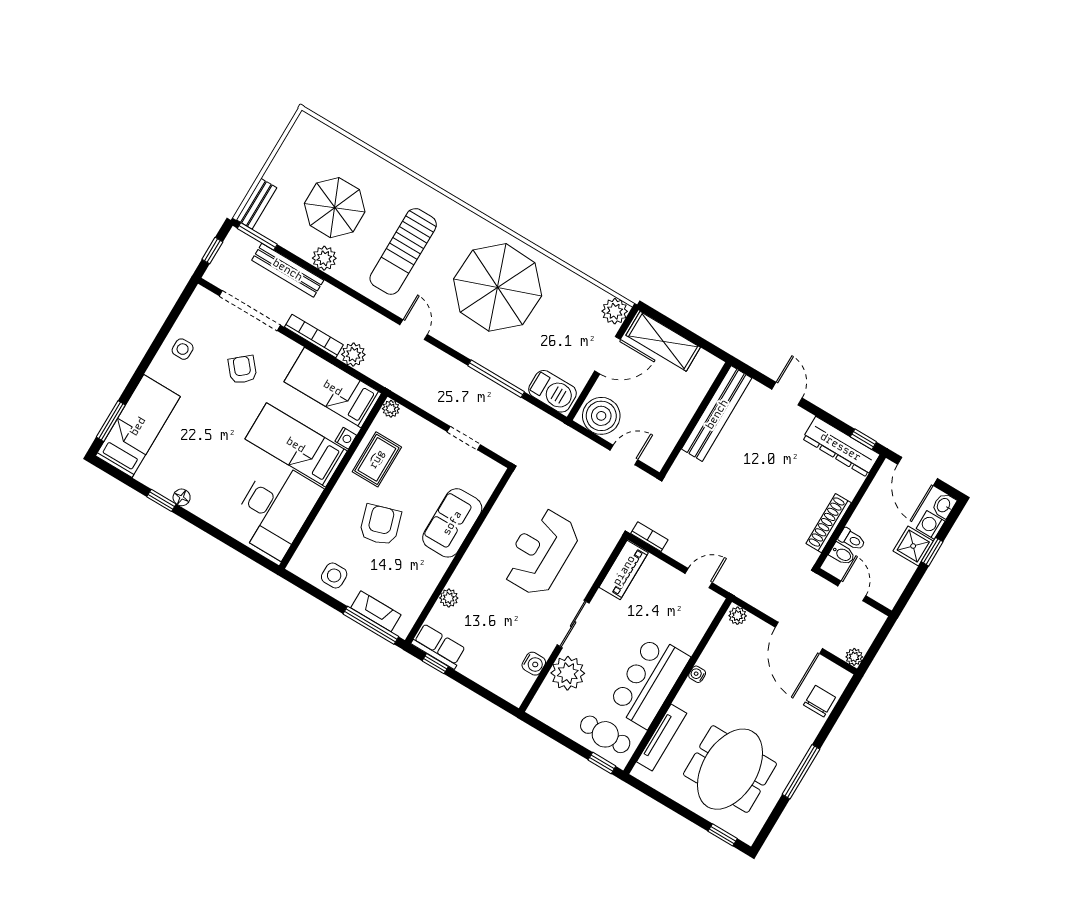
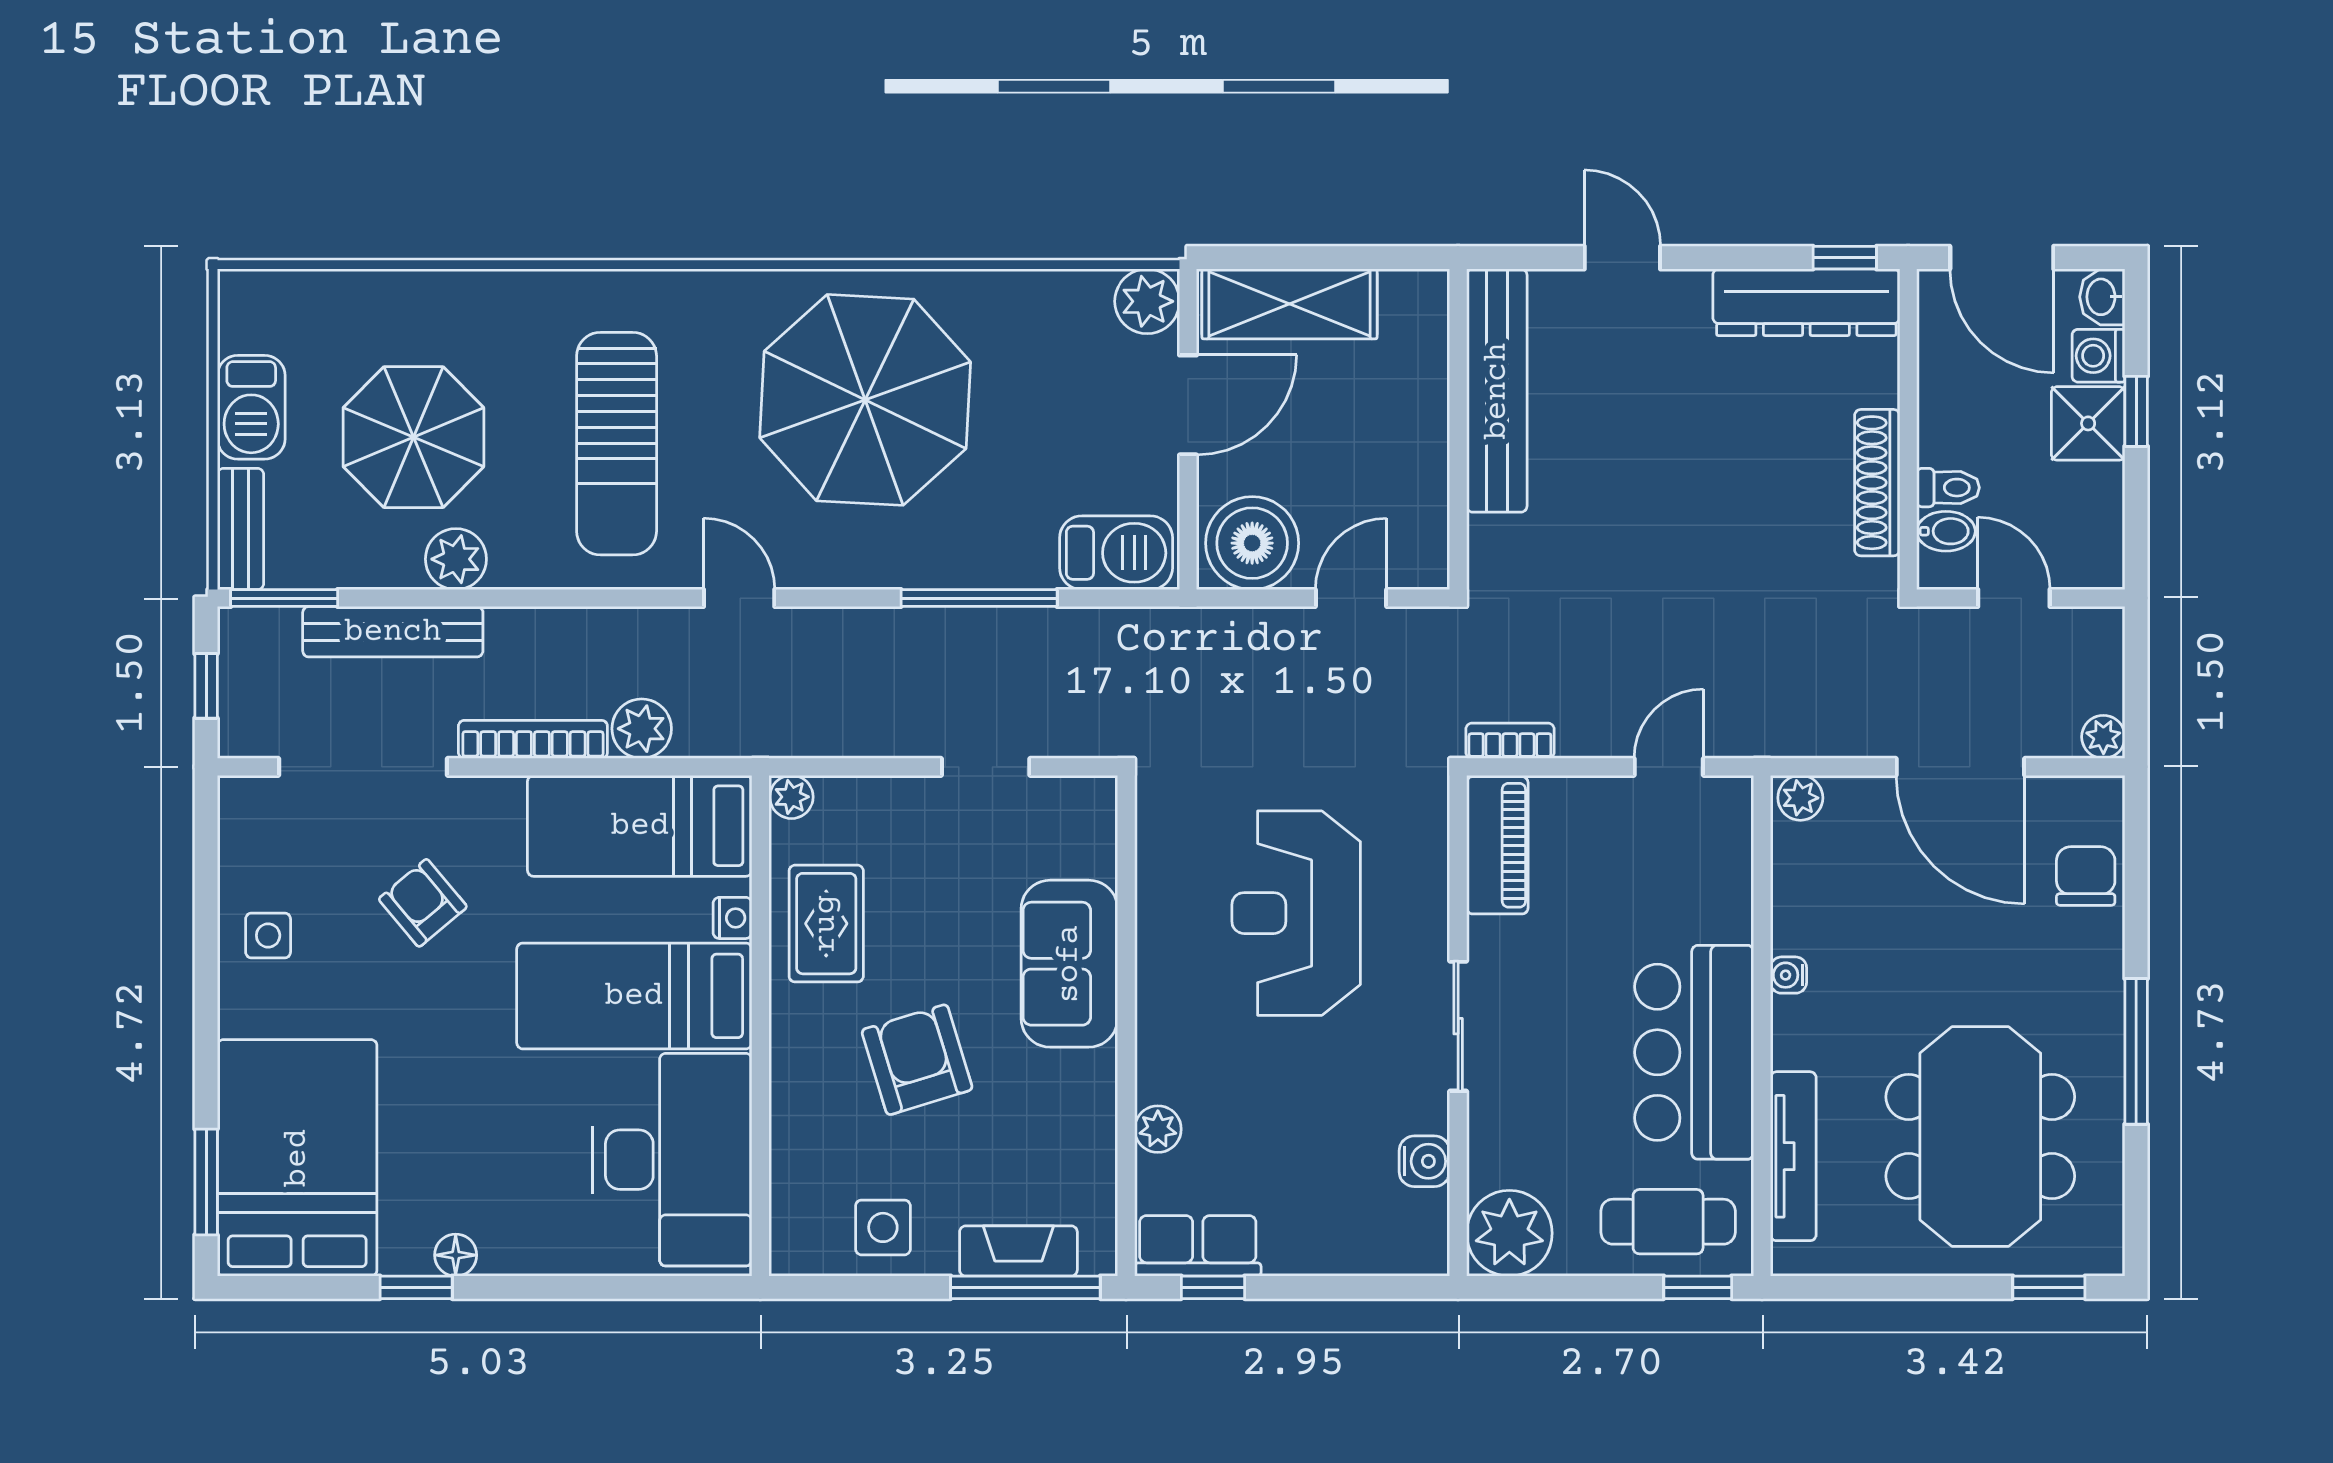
barbecue: (285, 164) -> (251, 407), added
bed: (138, 426) -> (297, 1158), width x1.50
plant: (568, 673) -> (1509, 1233), moved

